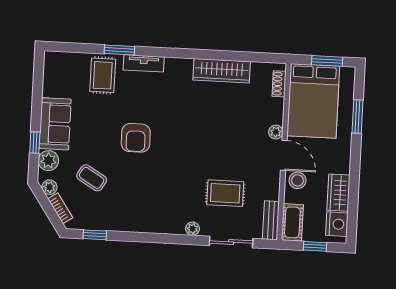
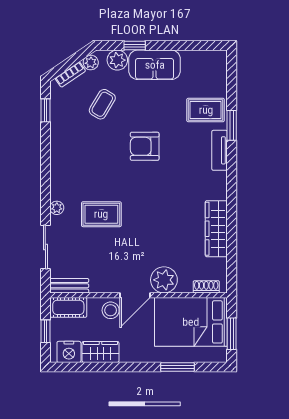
plant: (276, 132) -> (164, 280), width x1.88, depth x1.88
rug: (225, 193) -> (101, 214), moved, turned 90

